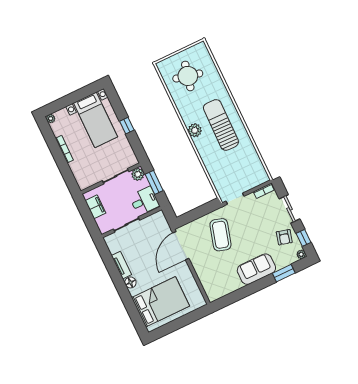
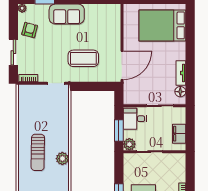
sun lounger: (221, 125) -> (38, 152), width x0.73, depth x0.75
coffee table: (220, 235) -> (83, 58), turned 74
window: (303, 238) -> (13, 21), removed
floor lamp: (130, 282) -> (180, 92), moved

